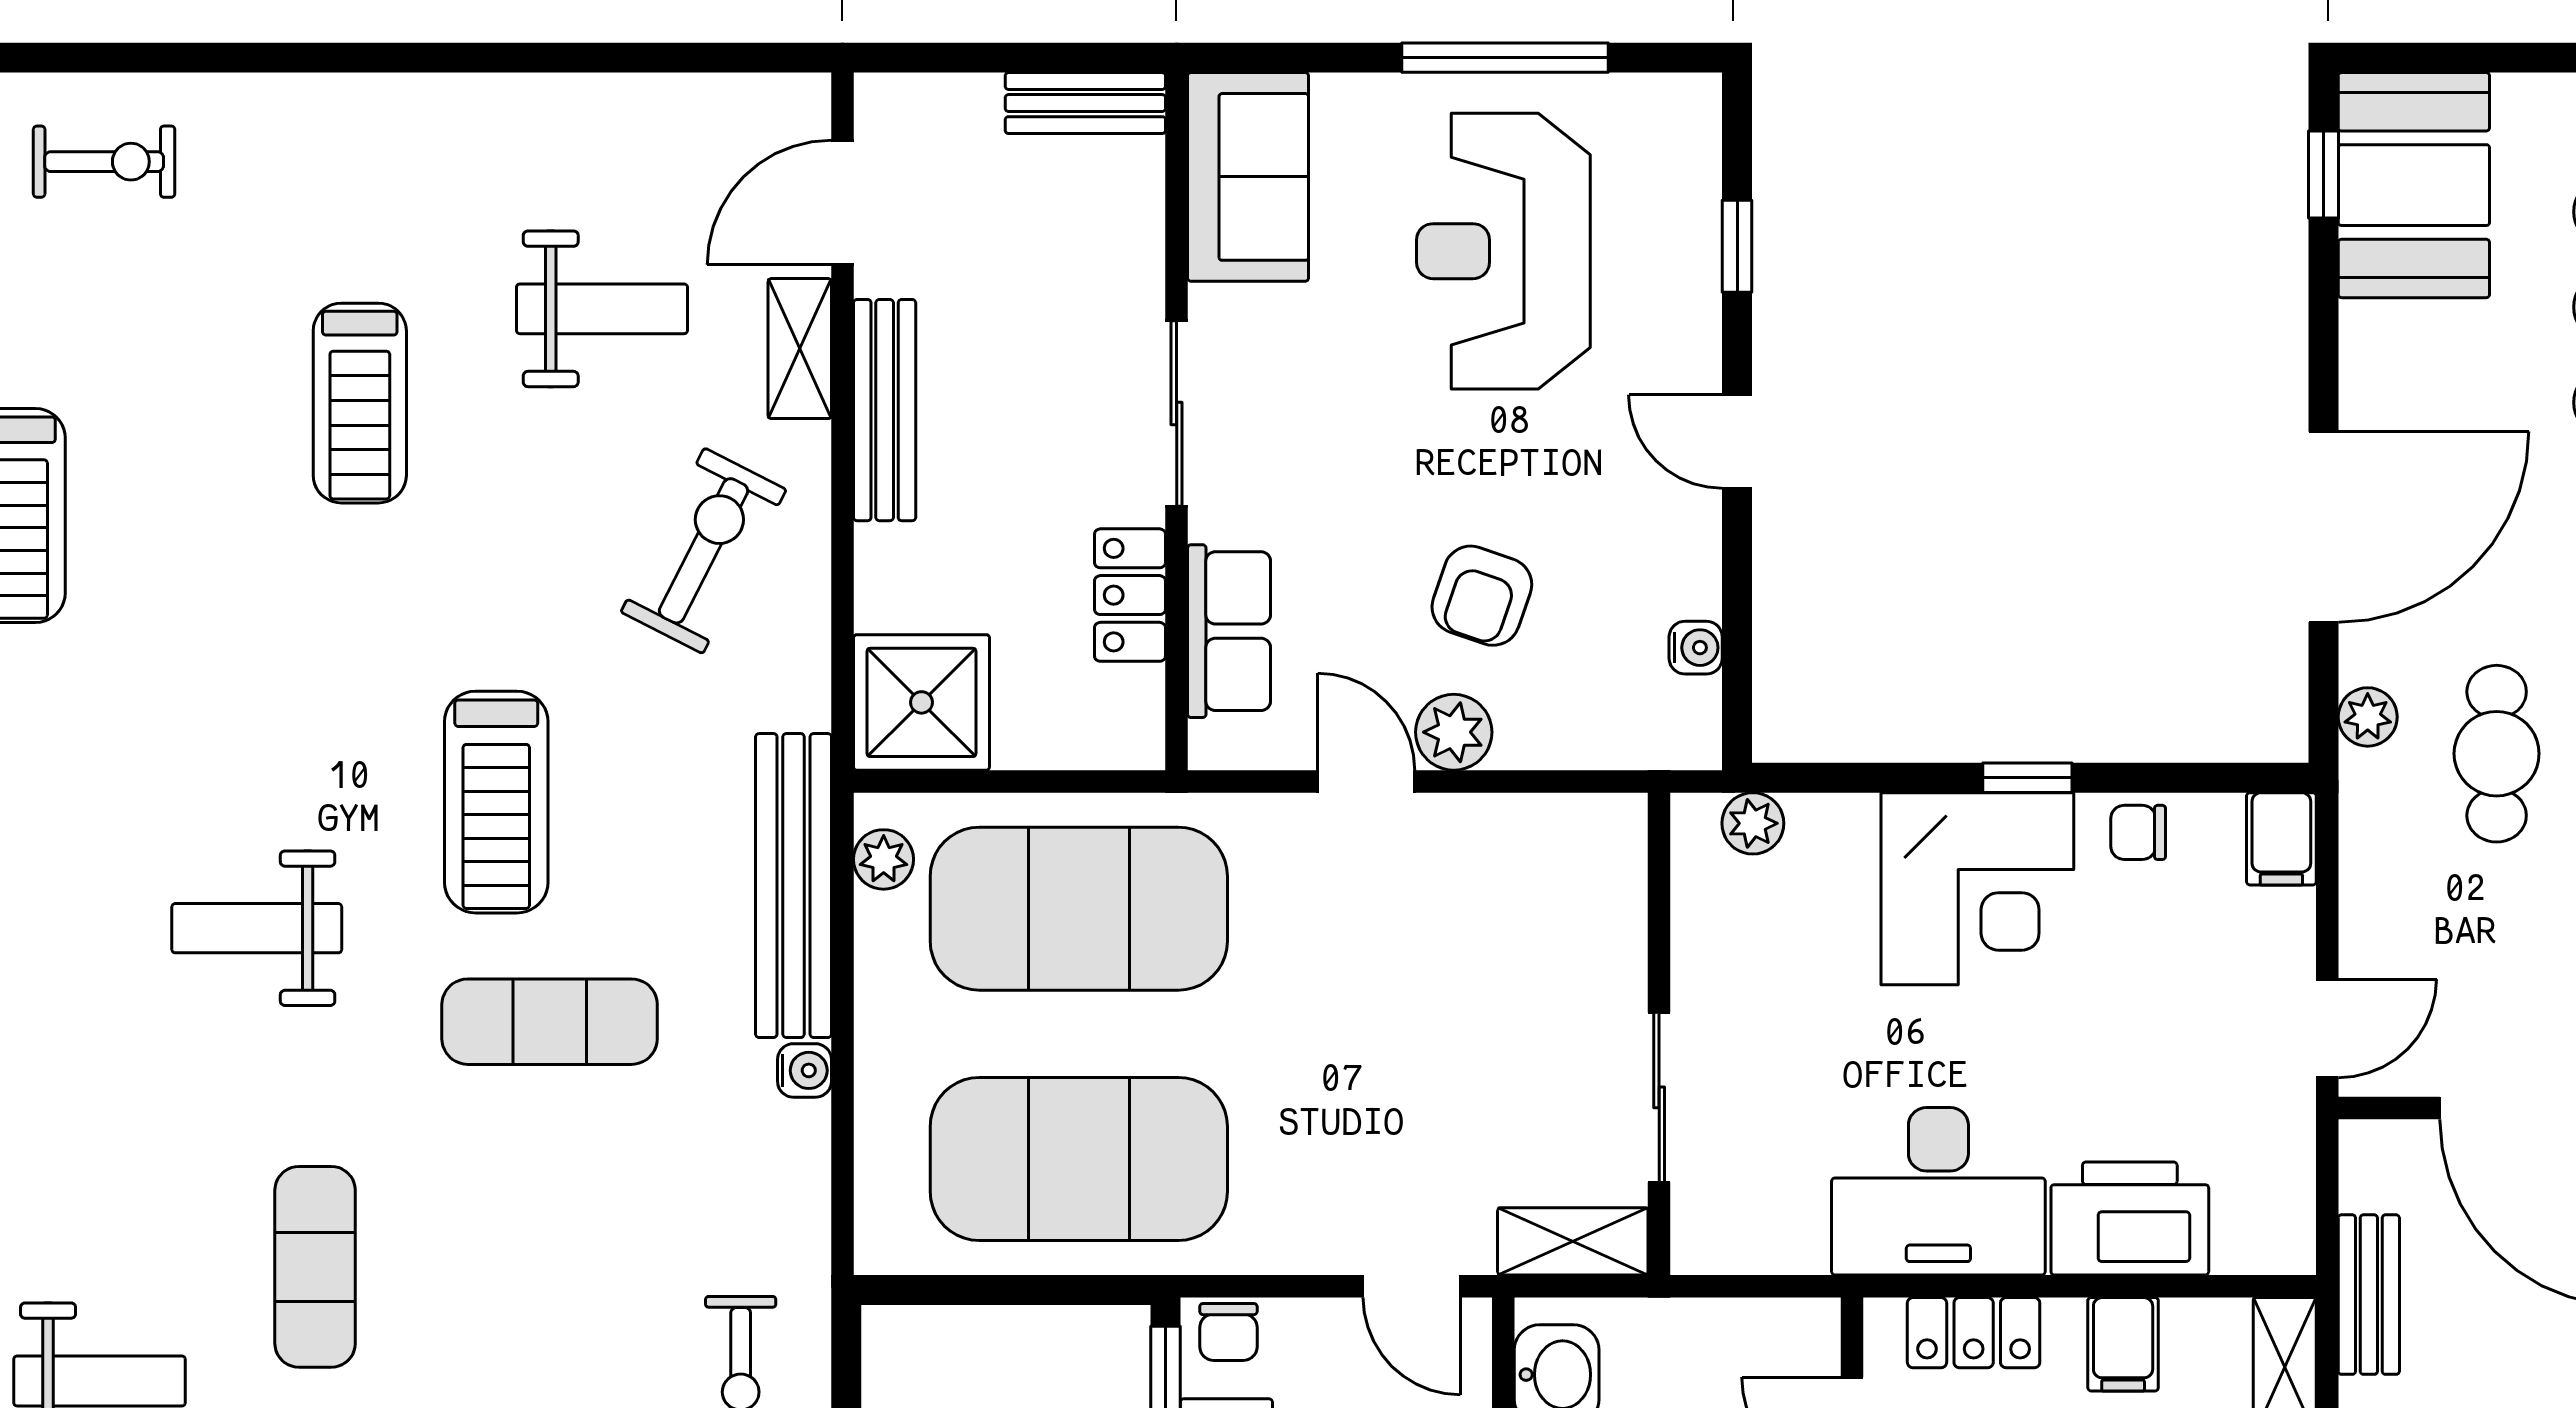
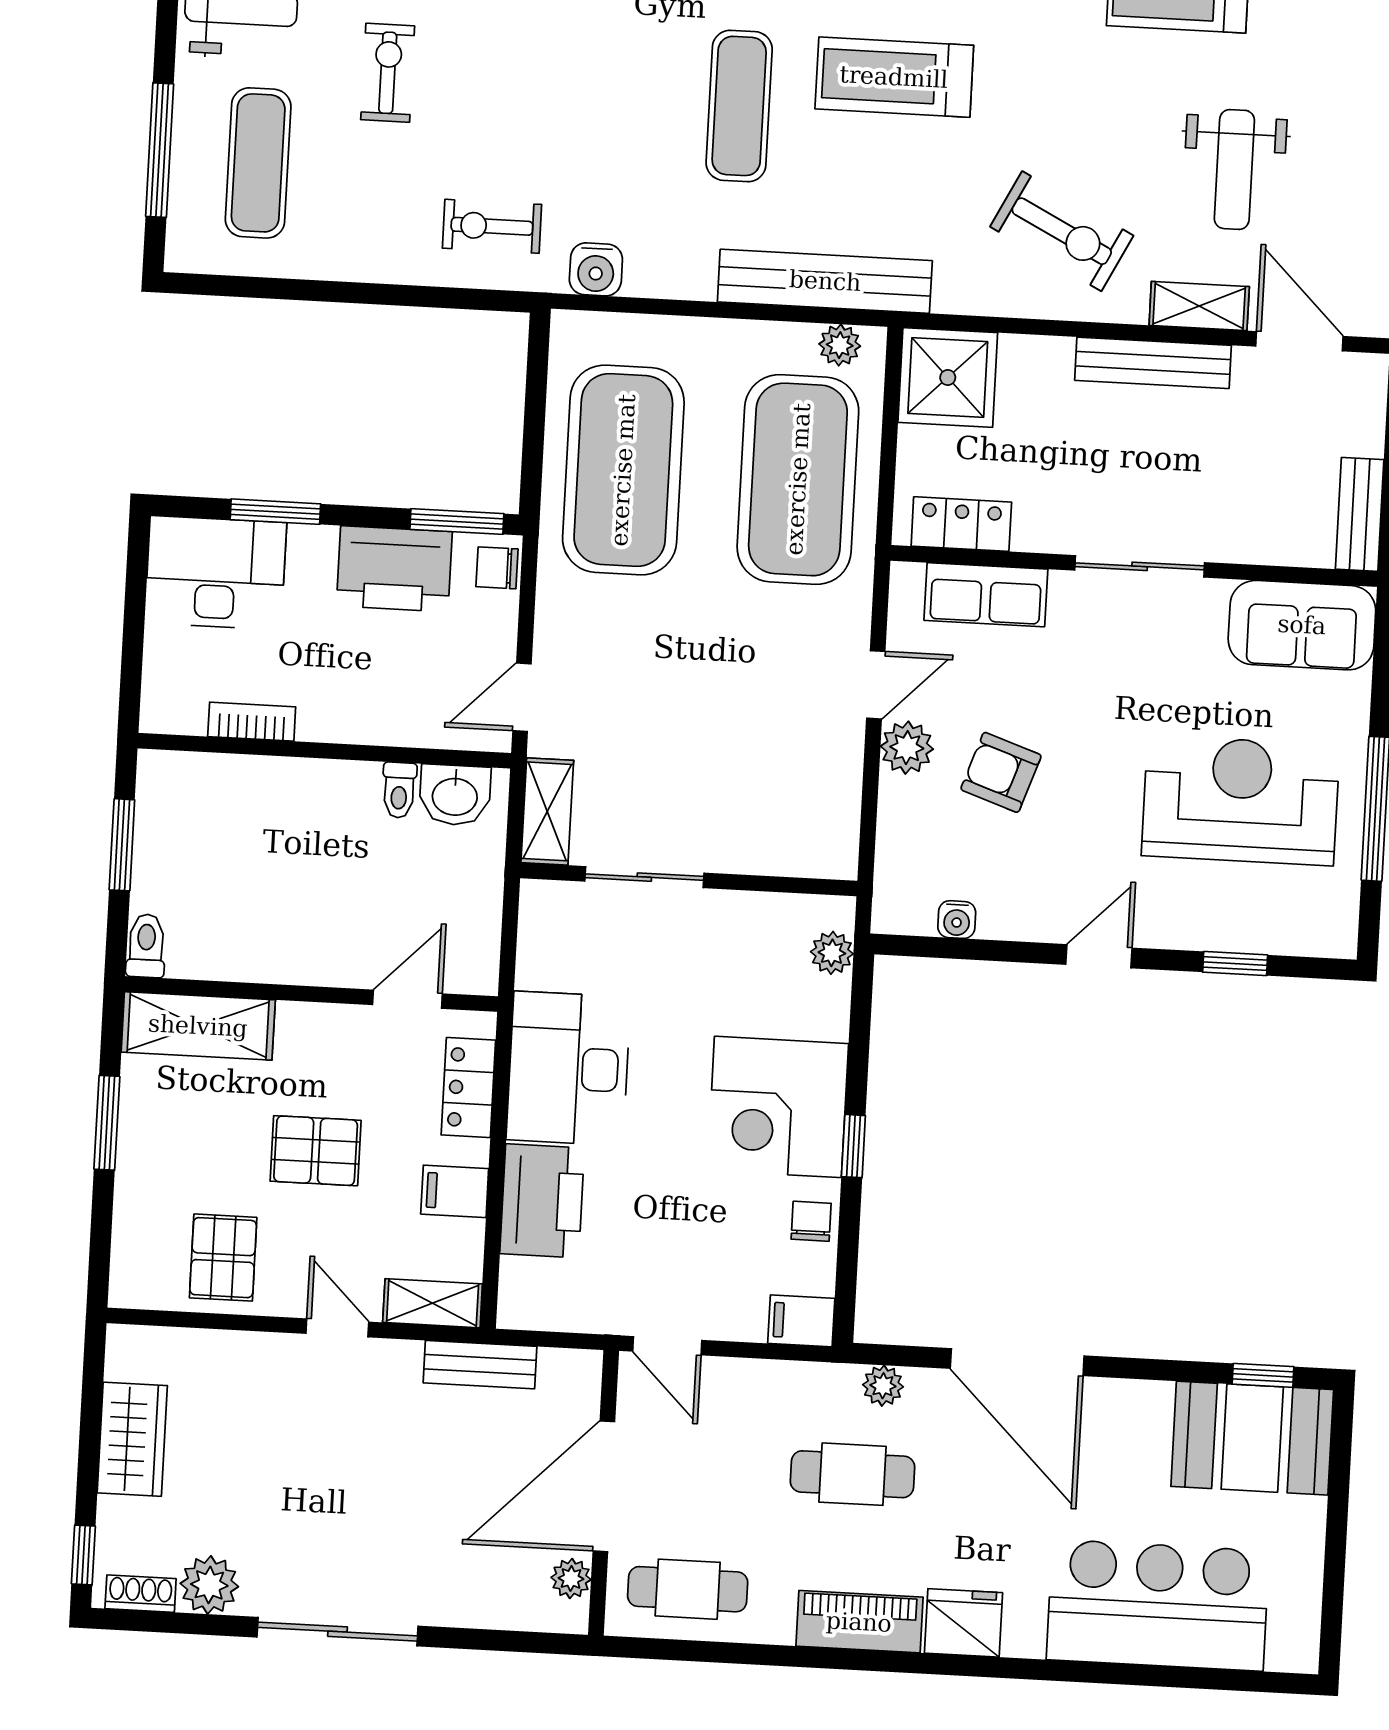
locker: (1130, 595) -> (961, 524), moved
water cooler: (804, 1070) -> (596, 269), moved, width x1.38, depth x1.38

